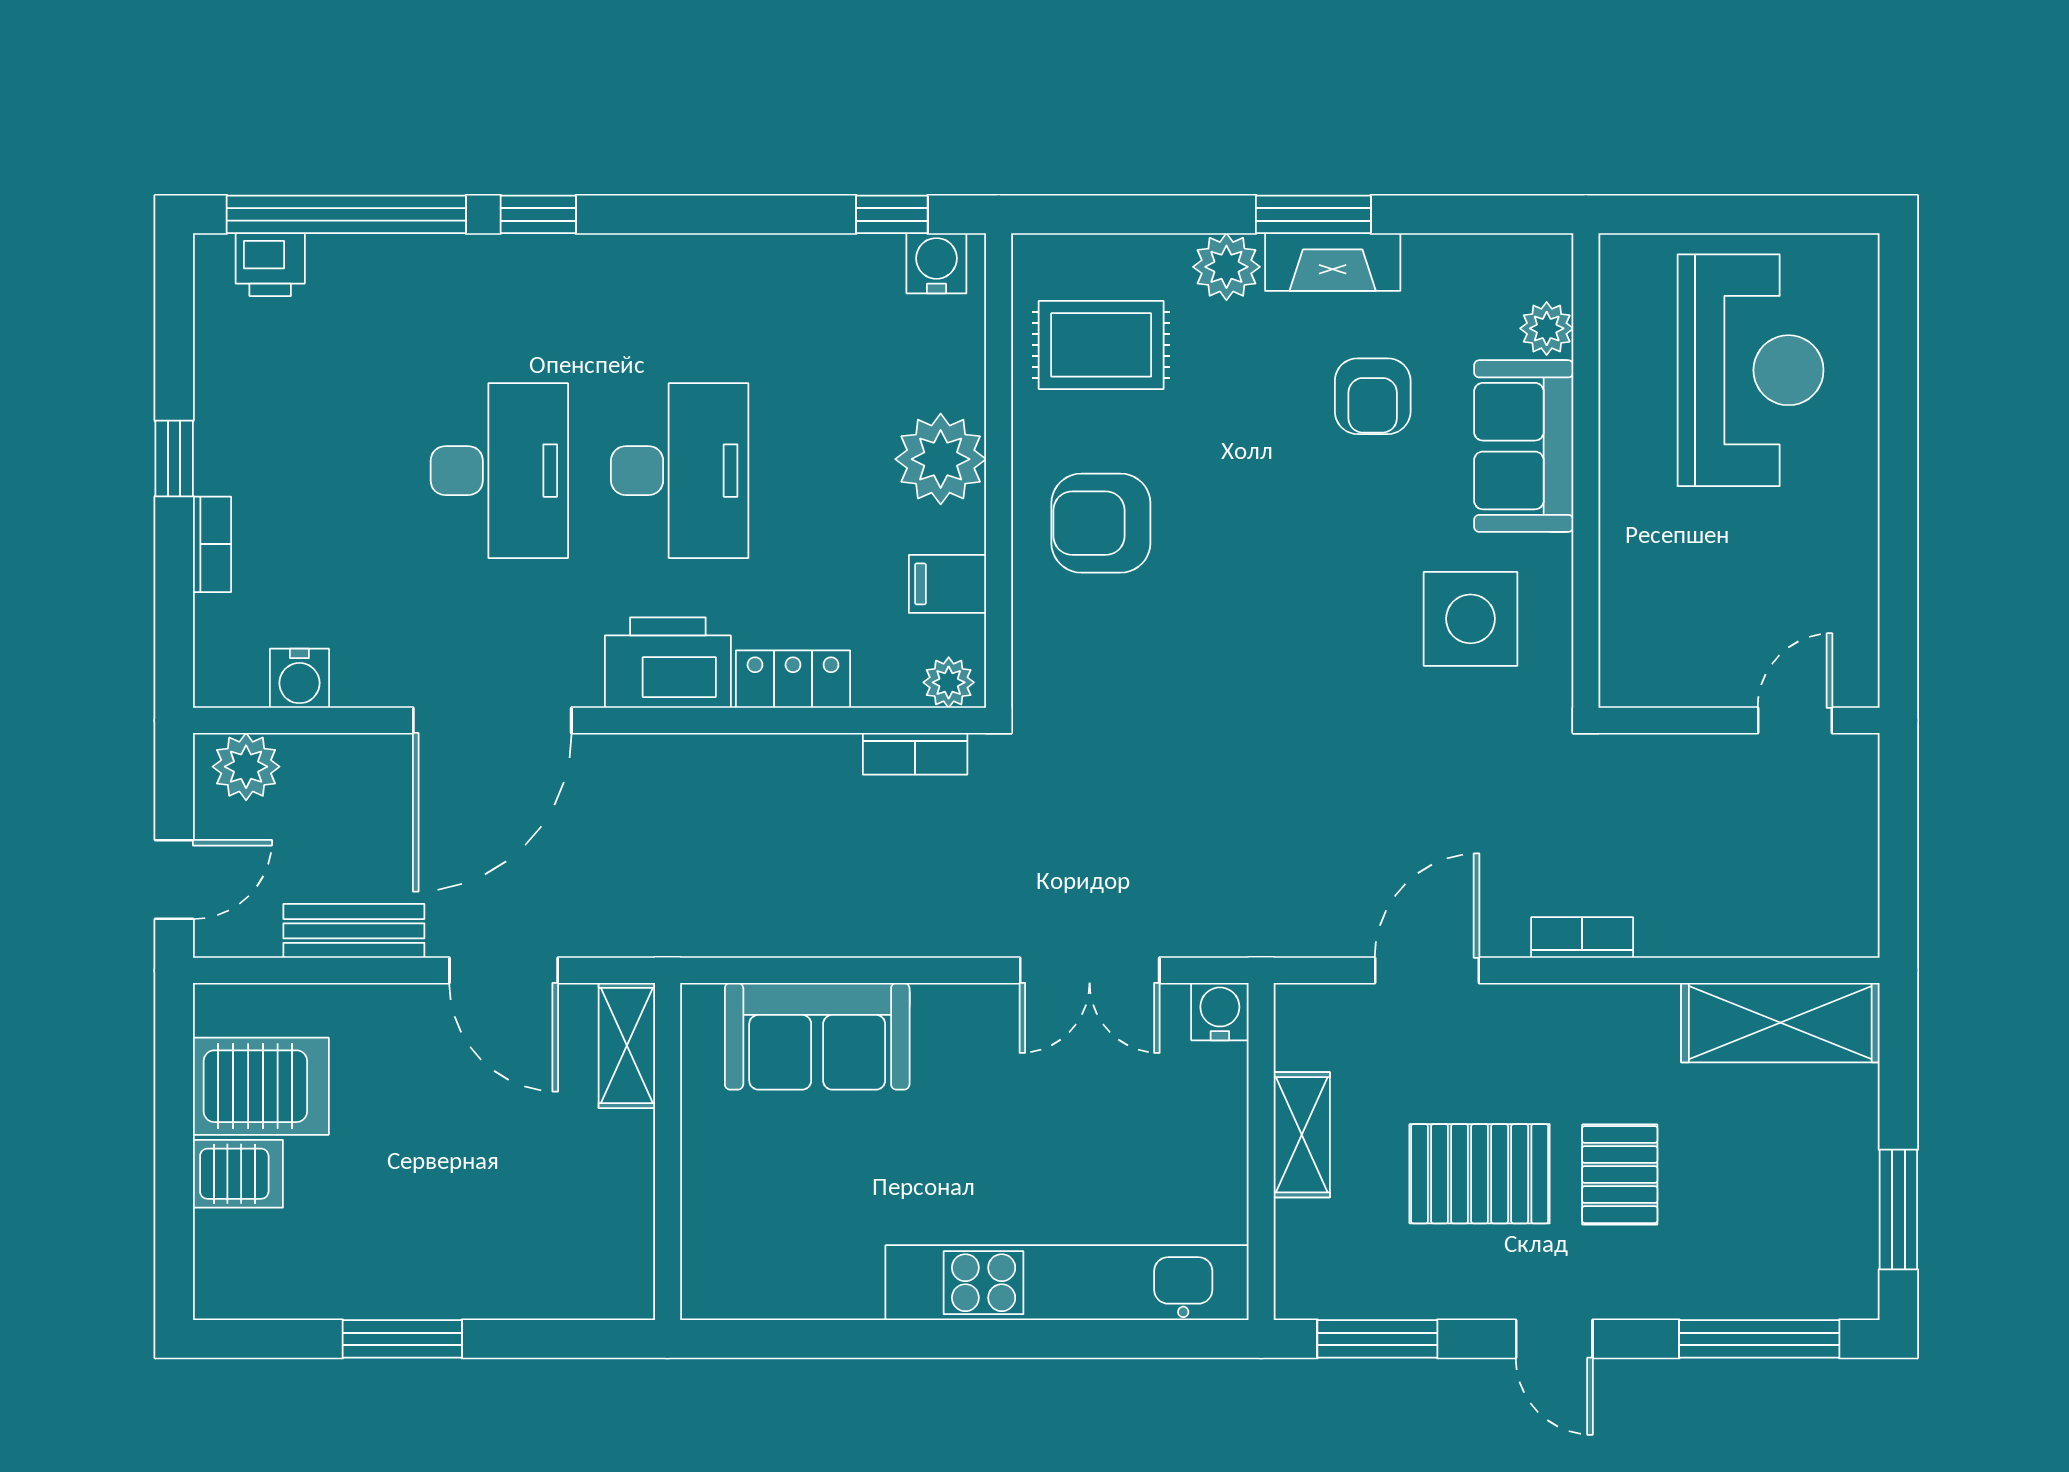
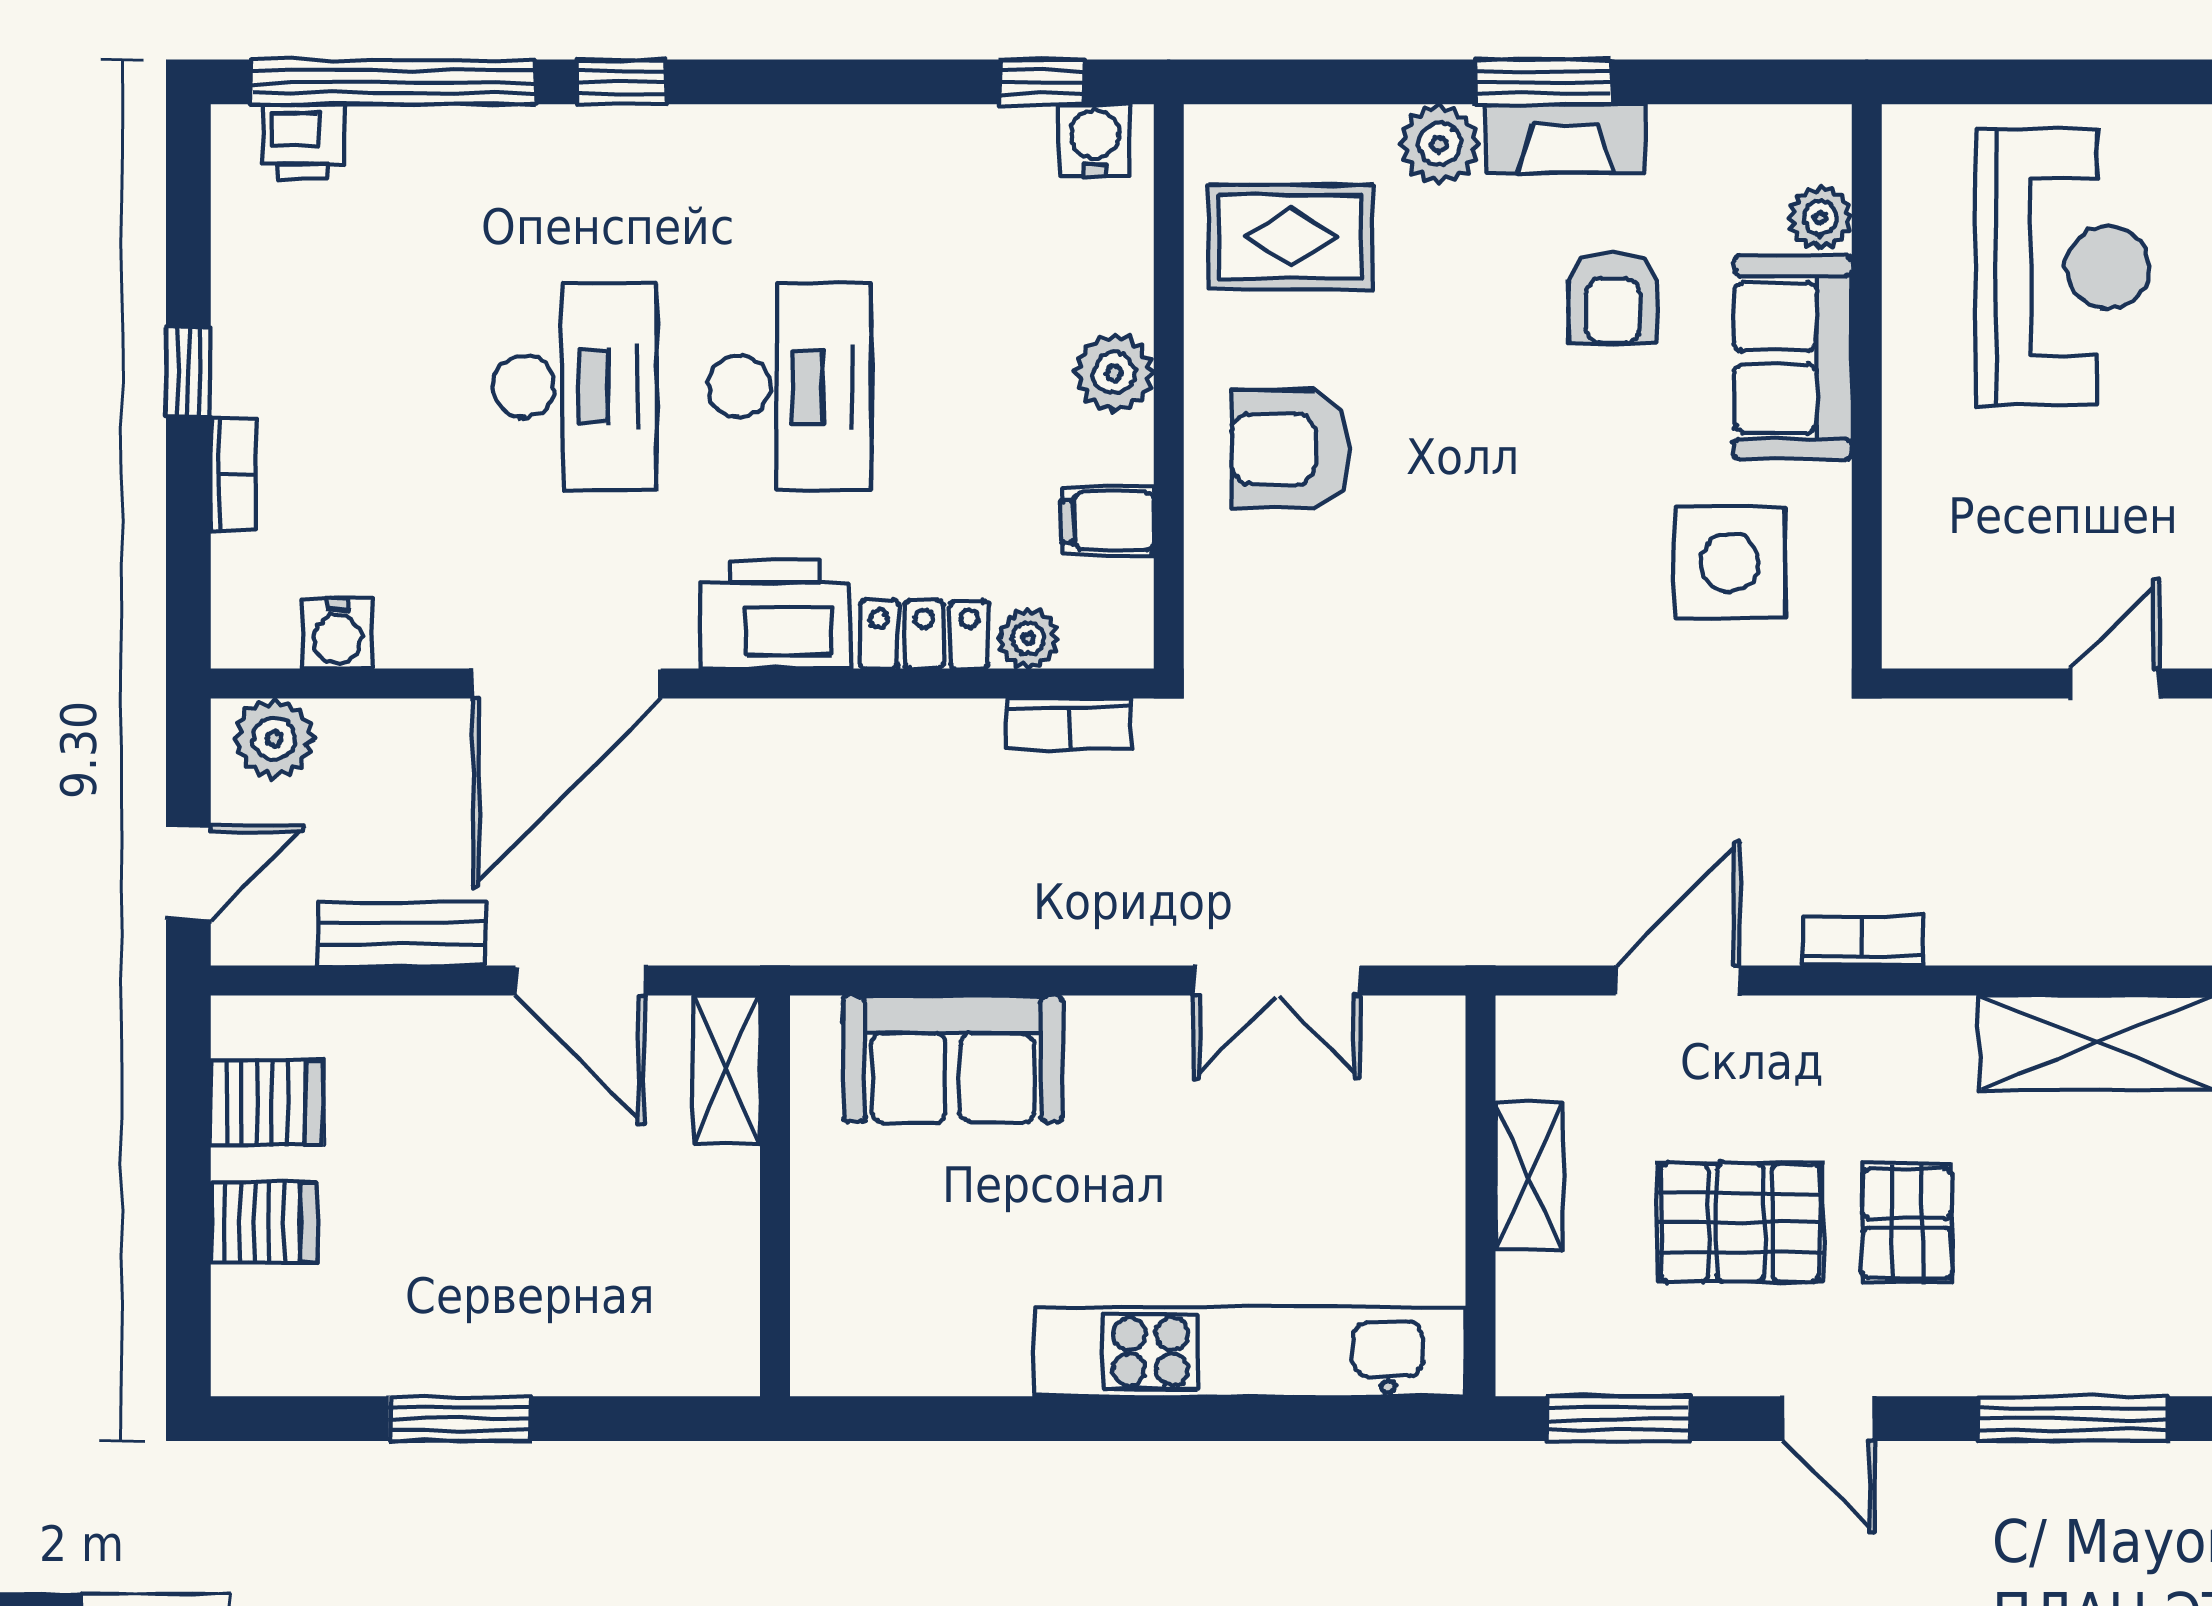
plant: (941, 459) -> (1114, 373), width x0.73, depth x0.73
plant: (949, 682) -> (1028, 638), moved
water cooler: (1220, 1012) -> (1432, 1030), removed
server rack: (261, 1086) -> (267, 1103), width x0.73, depth x0.70

